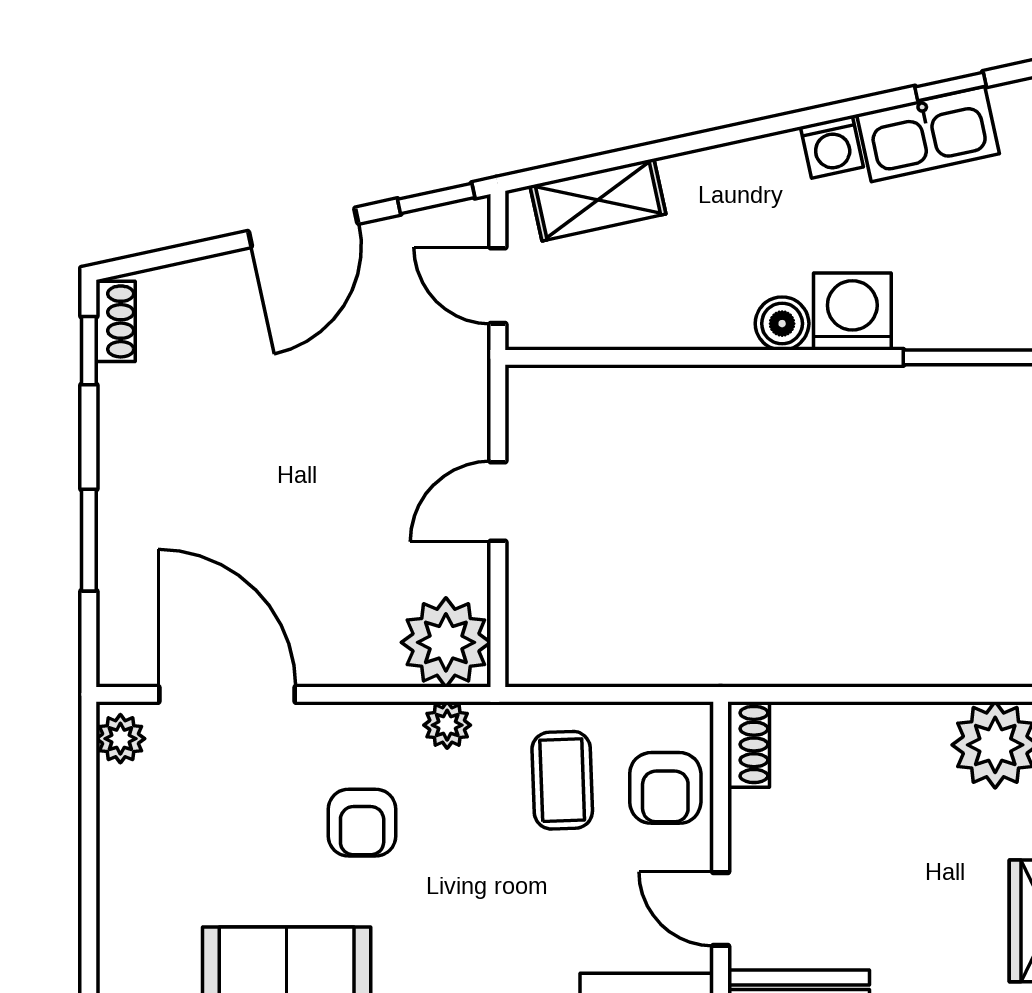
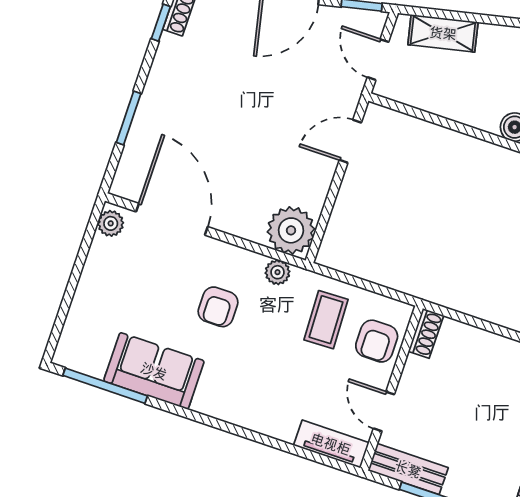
door: (498, 501) -> (350, 141), moved

